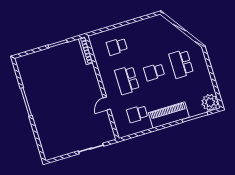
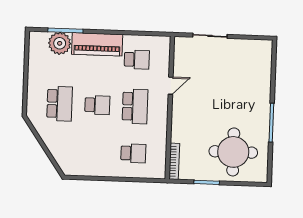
round table: (46, 72) -> (233, 152), added
plant: (210, 102) -> (60, 43), moved

